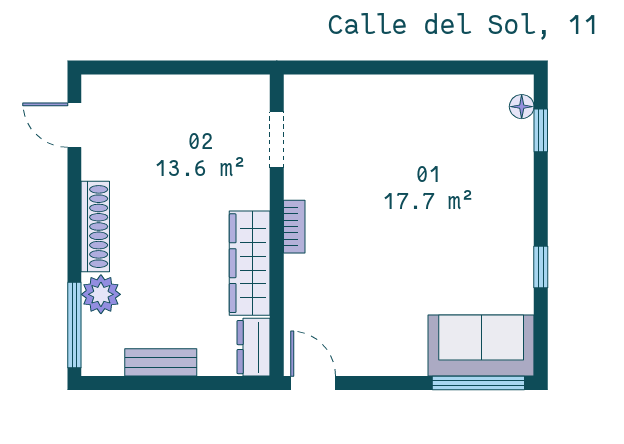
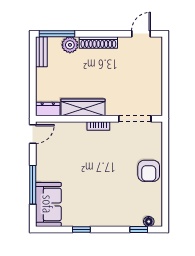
armchair: (401, 107) -> (149, 171), added
doorway: (277, 140) -> (135, 119), width x1.38
bench: (161, 362) -> (41, 52), moved
window: (478, 383) -> (33, 185), moved

